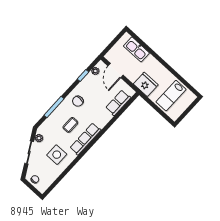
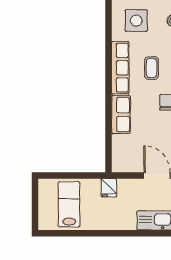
fridge: (146, 84) -> (109, 188), width x0.53, depth x0.75
row of seats: (118, 103) -> (121, 115), moved

